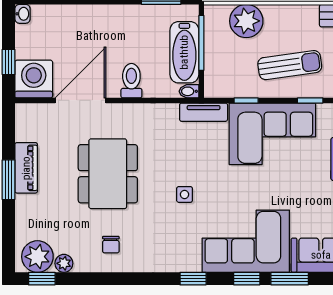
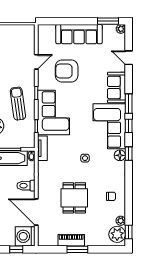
dining table: (108, 174) -> (74, 198), width x0.73
floor lamp: (190, 262) -> (120, 155), added

